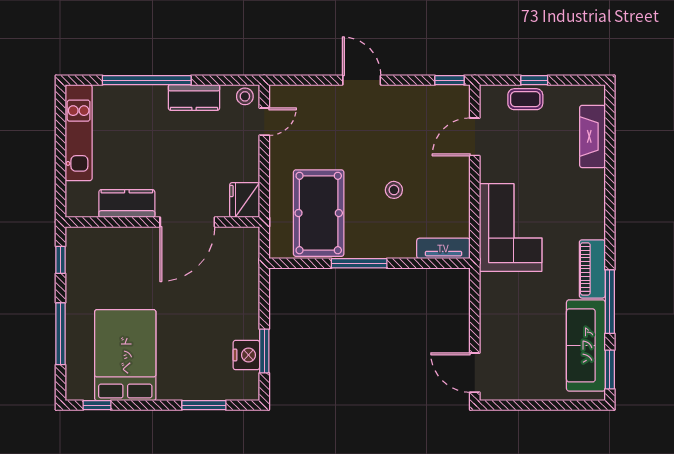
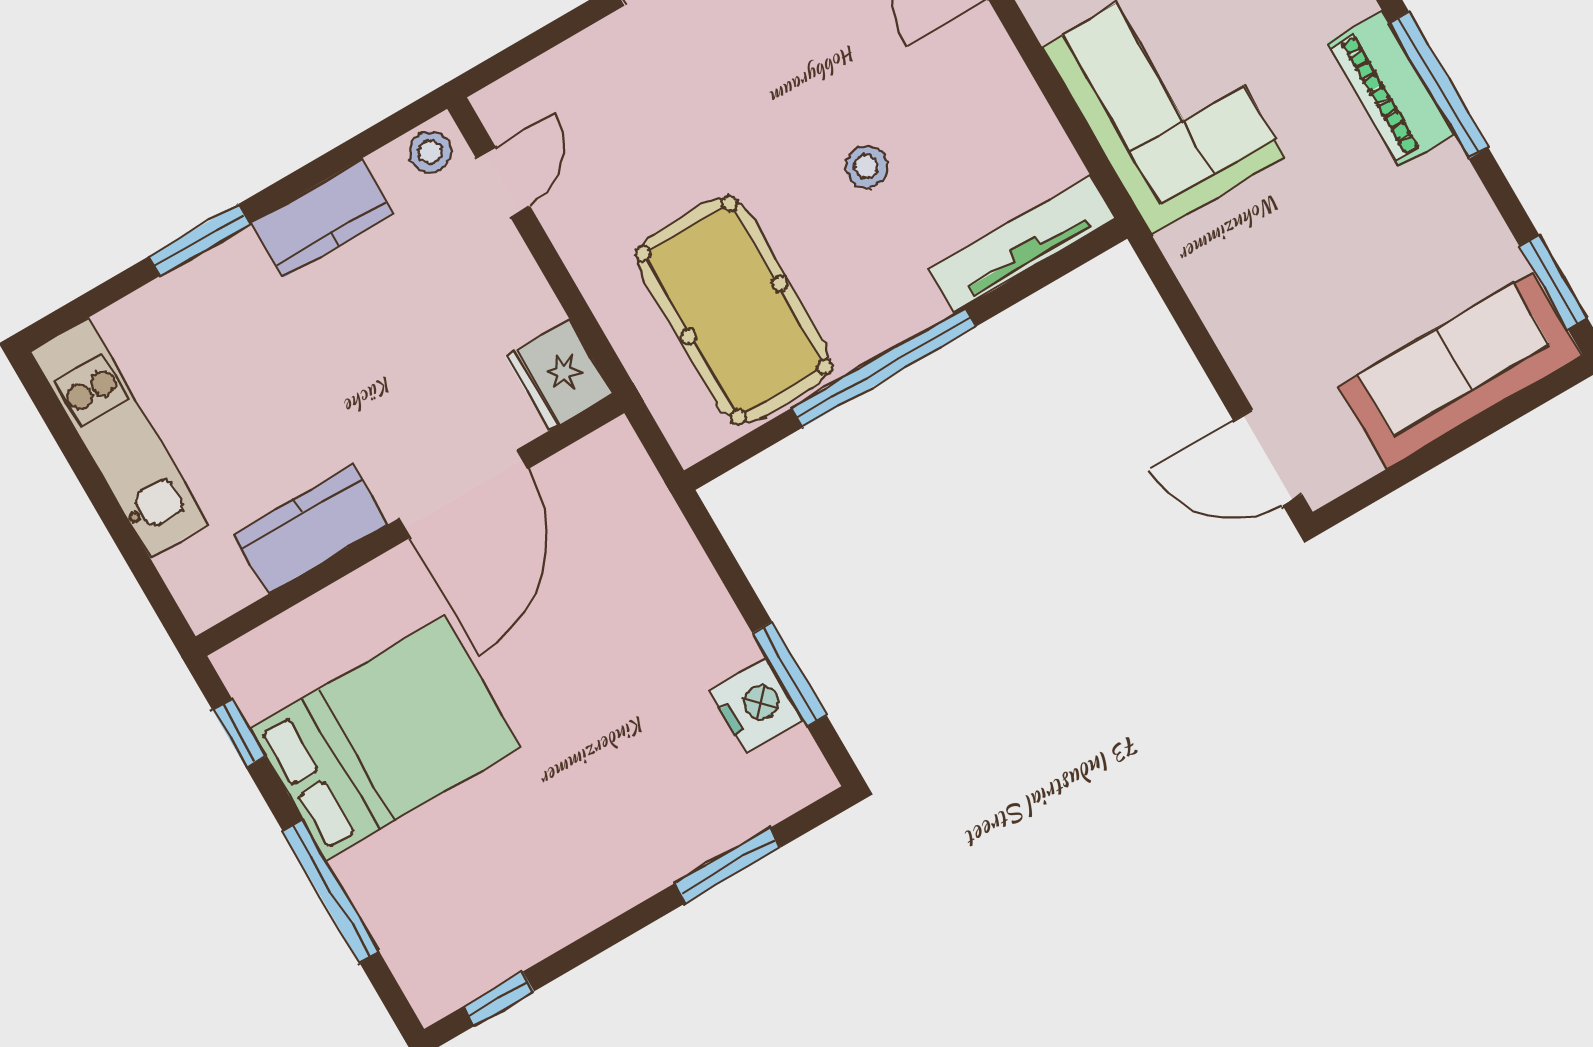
window: (147, 80) -> (199, 240), width x0.47
tv unit: (443, 248) -> (1022, 244), width x1.41
window: (359, 263) -> (883, 367), width x1.46
window: (610, 302) -> (1439, 85), moved
sofa: (586, 345) -> (1460, 371), moved, turned 90
bed: (125, 355) -> (385, 738), moved, turned 90

